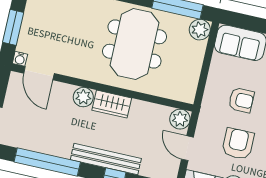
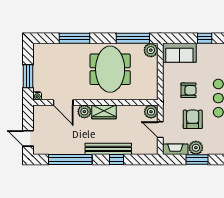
door: (39, 73) -> (63, 103), moved

